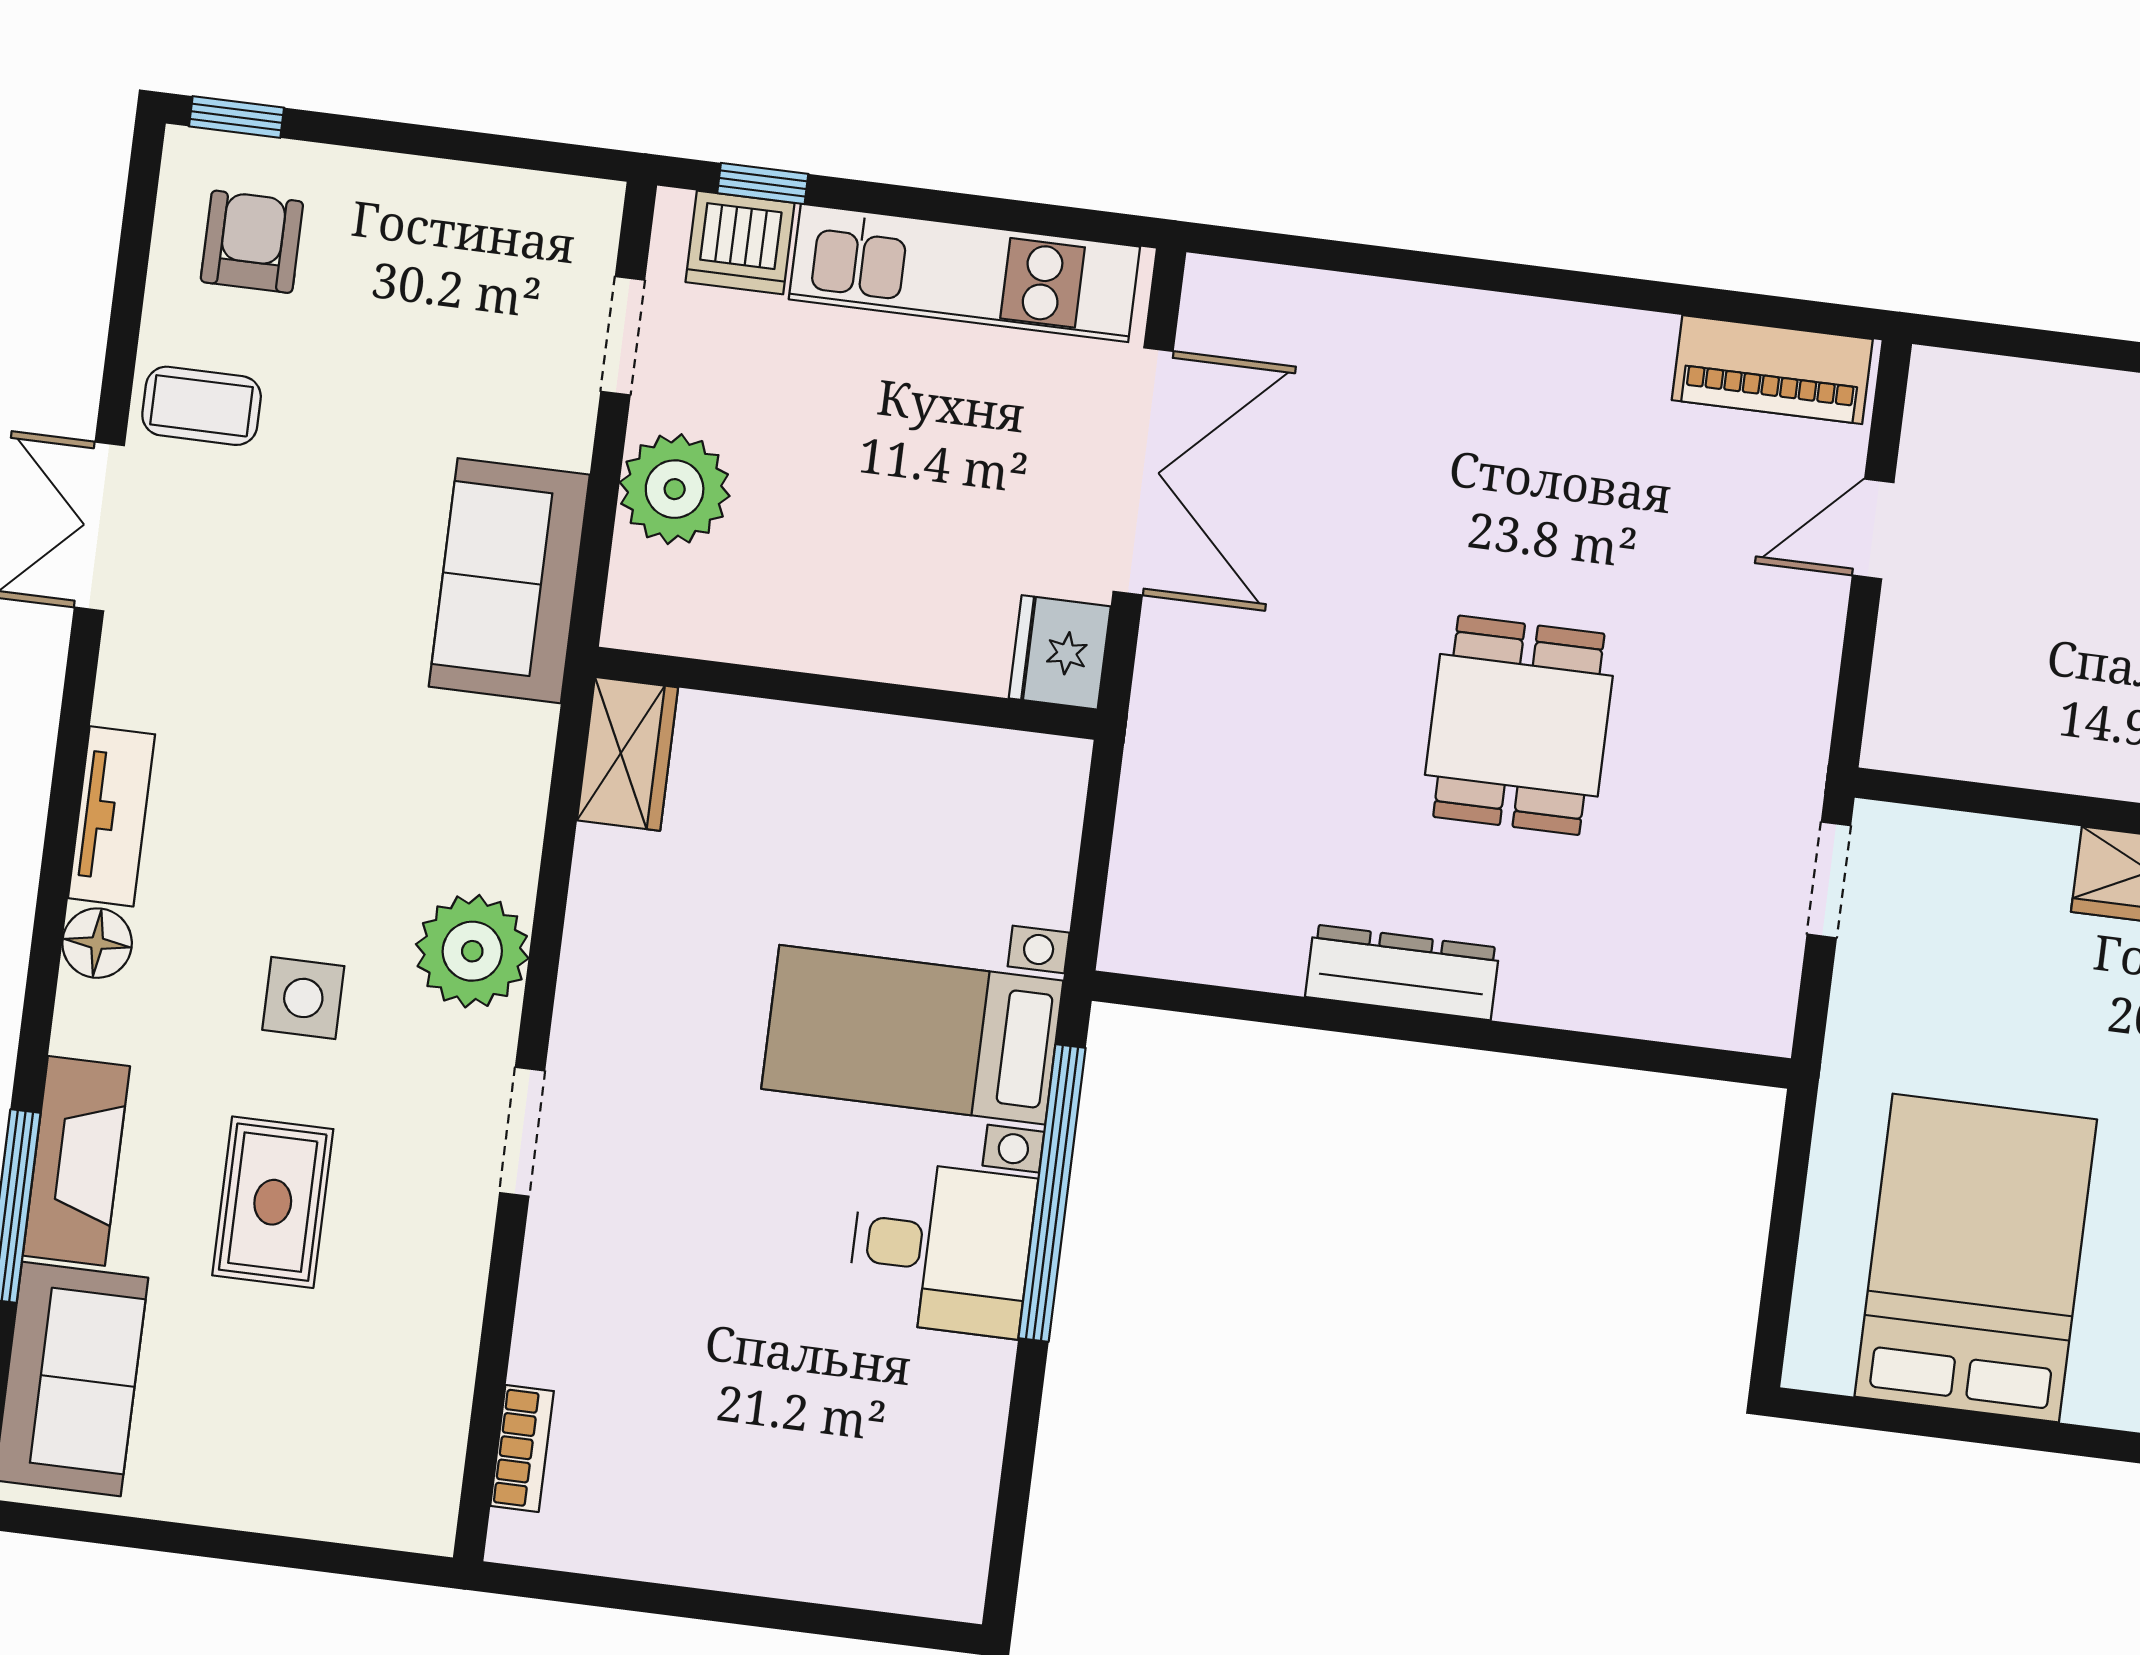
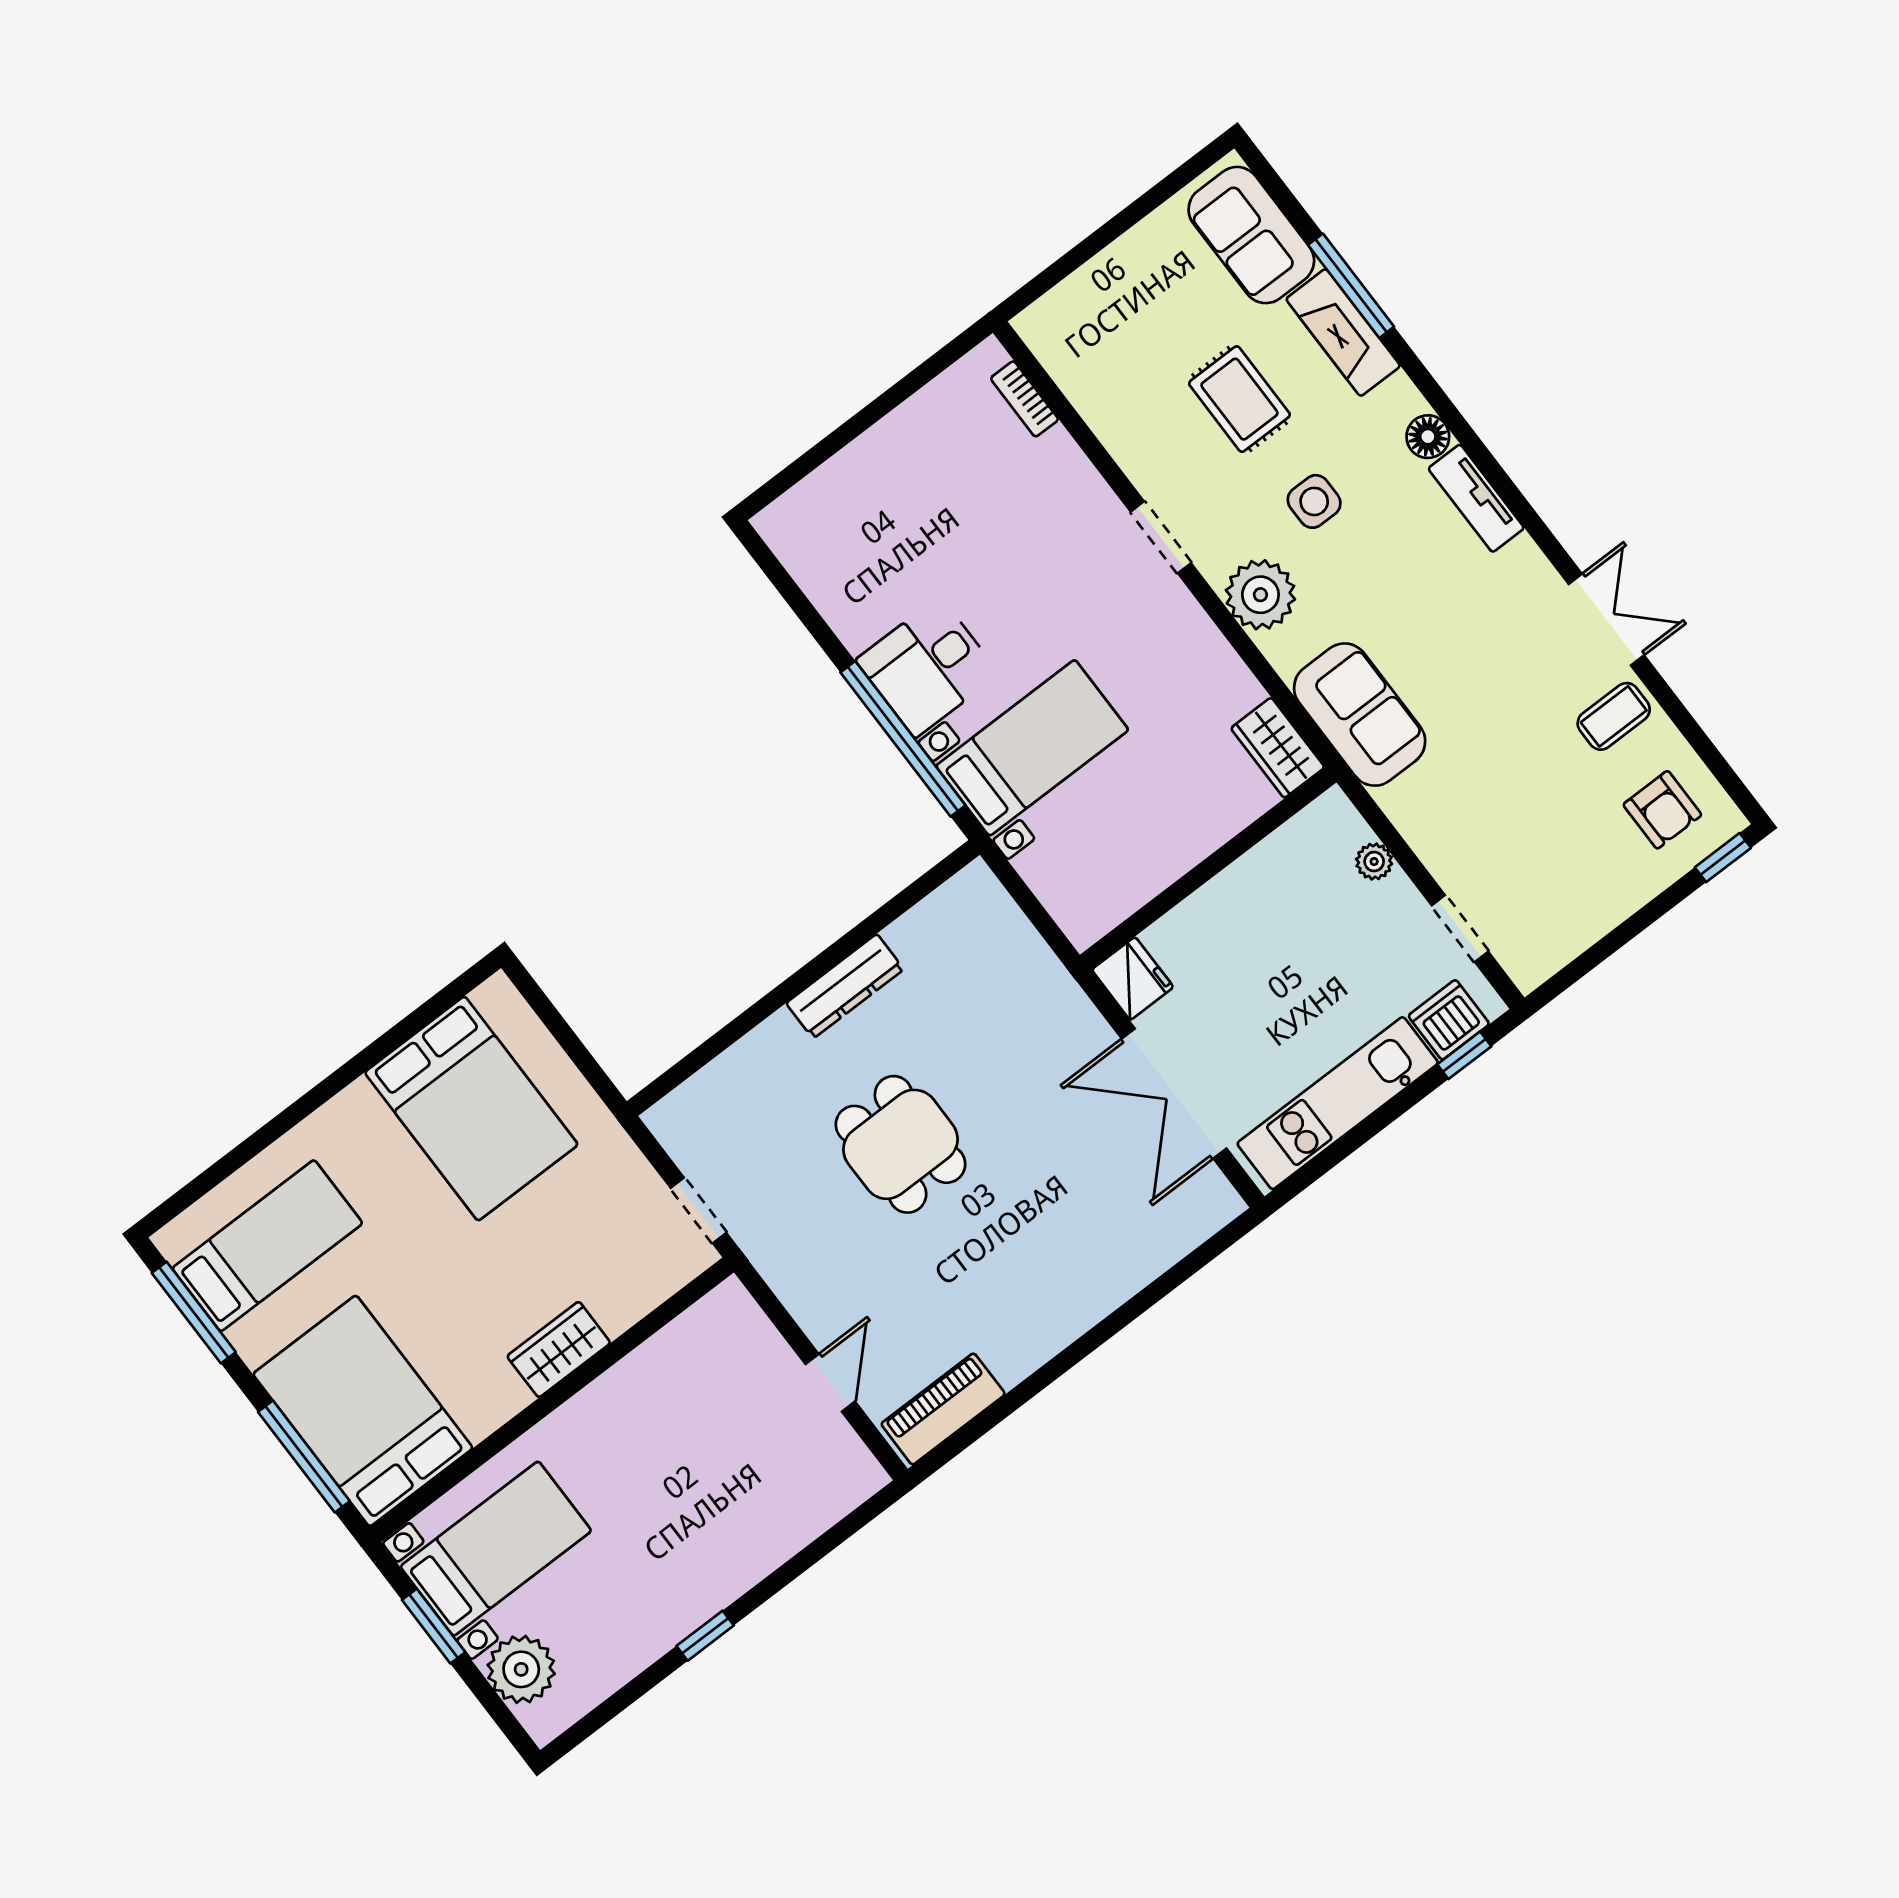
plant: (675, 489) -> (1374, 862), width x0.53, depth x0.53
sofa: (509, 581) -> (1360, 715), moved

